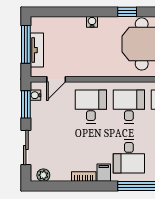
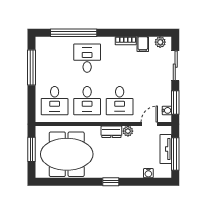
window: (127, 12) -> (111, 182), moved
water cooler: (92, 22) -> (148, 173), moved
dresser: (100, 70) -> (111, 132), added
plant: (81, 71) -> (128, 131), added
filing cabinet: (104, 173) -> (143, 44), moved

